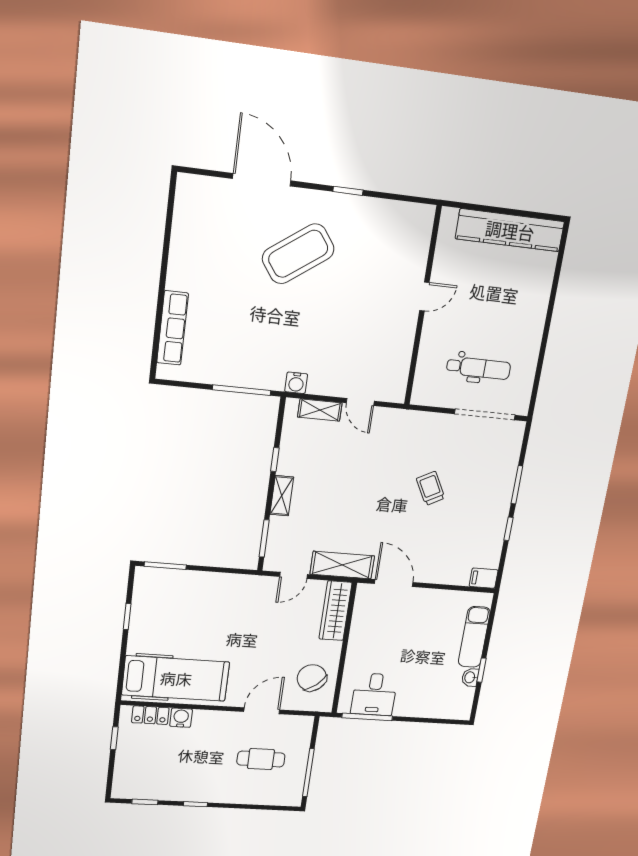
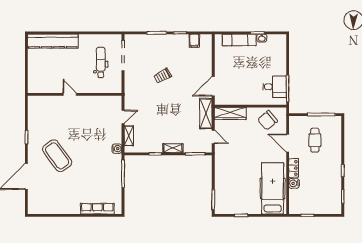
kitchen counter: (510, 230) -> (53, 41), moved, turned 90
filing cabinet: (484, 578) -> (194, 41), moved
locker: (150, 715) -> (294, 168), moved

